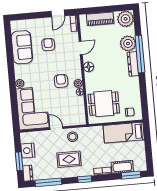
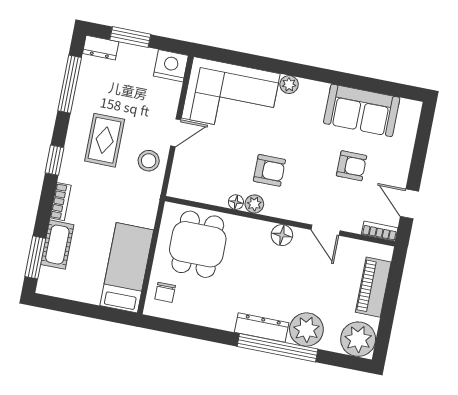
nightstand: (28, 151) -> (171, 66), moved

